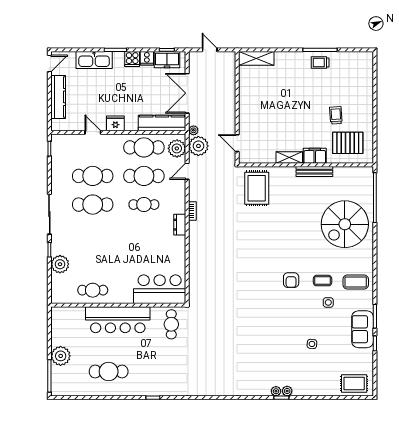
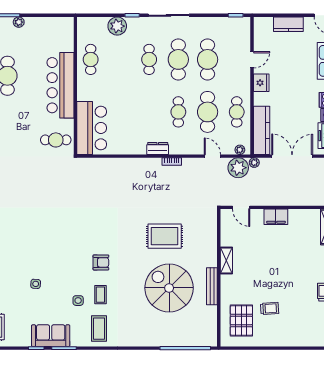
kitchen counter: (58, 97) -> (288, 24), width x0.67
door: (237, 143) -> (241, 207), swing flipped
cafe table: (144, 147) -> (237, 112), width x0.73, depth x0.74
plant: (177, 148) -> (240, 150), width x0.53, depth x0.53
filing cabinet: (315, 156) -> (276, 217), moved, turned 90
rug: (257, 188) -> (165, 236), moved
spiral stairs: (345, 224) -> (169, 288), moved
cafe table: (93, 233) -> (149, 59), added
armchair: (291, 280) -> (101, 262), turned 180
plant: (61, 356) -> (19, 22), width x0.53, depth x0.53

